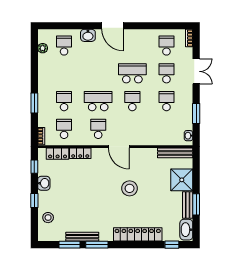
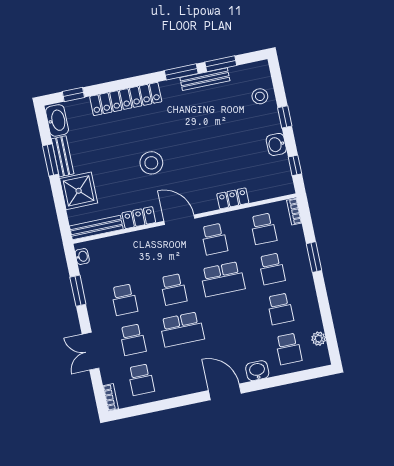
school desk: (64, 73) -> (280, 309), added
locker: (58, 154) -> (139, 218), moved

